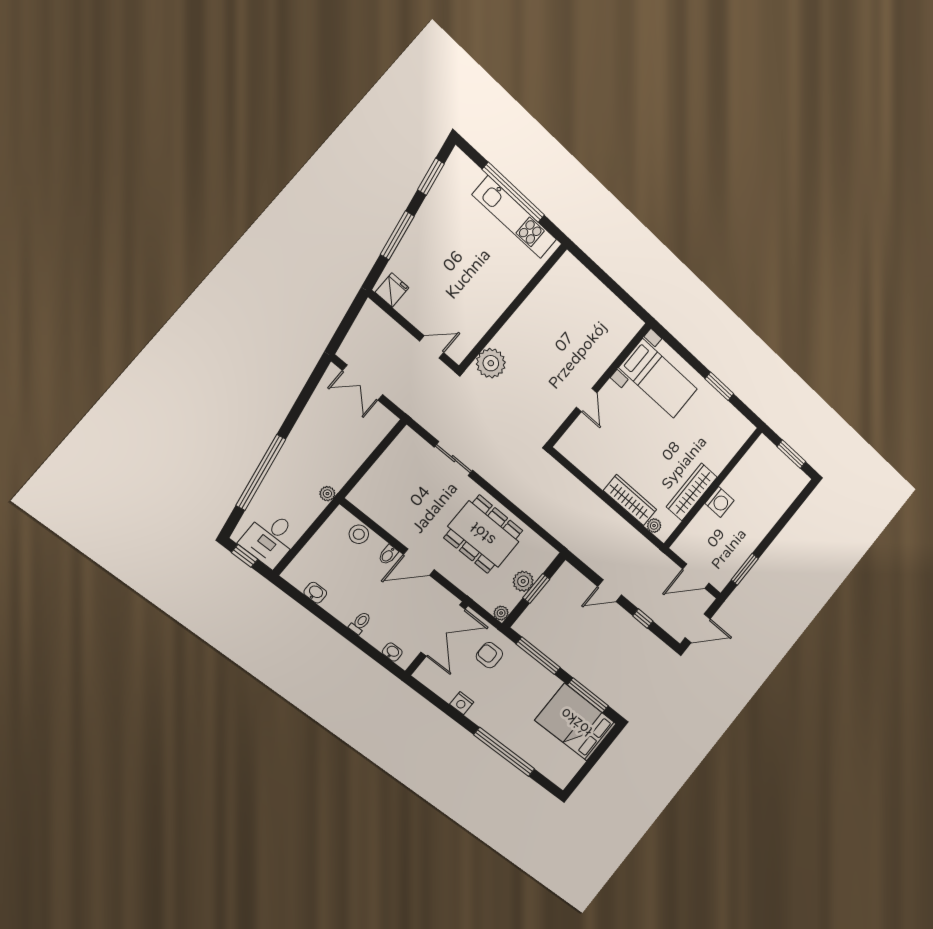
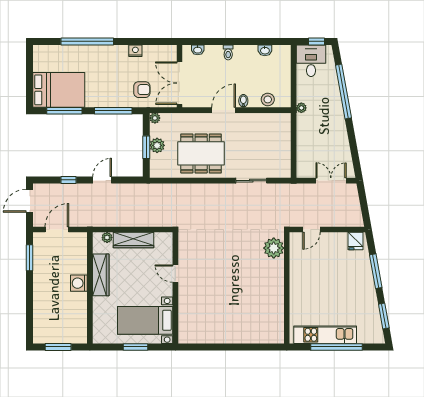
bed with nightstands: (658, 378) -> (145, 320), moved
wall: (599, 385) -> (175, 288), moved
door: (587, 400) -> (175, 274), moved

